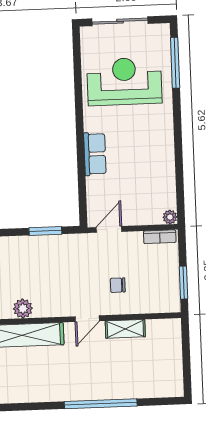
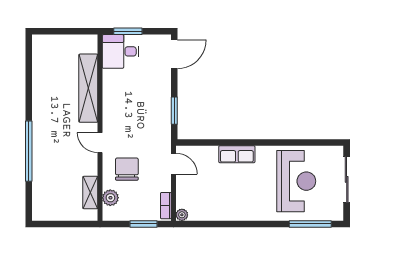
window: (183, 283) -> (144, 224), moved
chair: (118, 285) -> (127, 169), width x1.87, depth x1.87
plant: (23, 309) -> (110, 198), moved
shelving: (125, 329) -> (90, 193), moved

